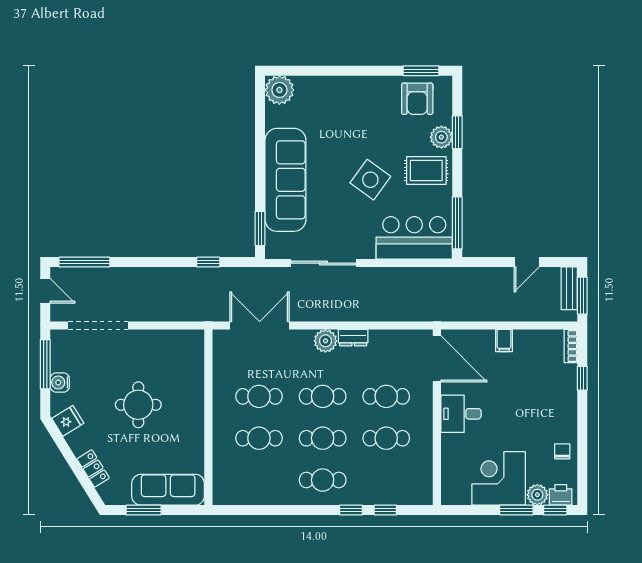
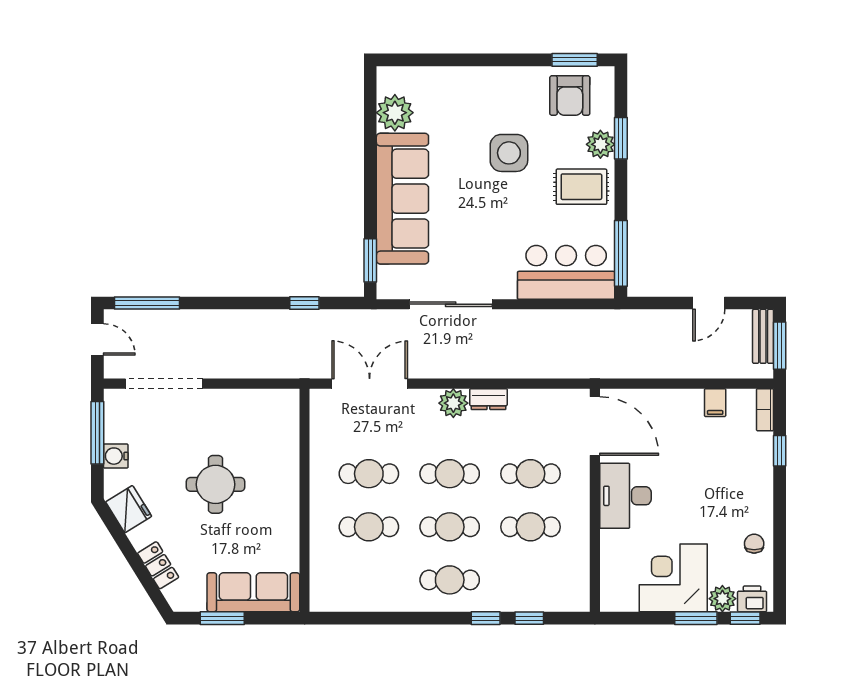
plant: (279, 90) -> (395, 113), moved
side table: (370, 180) -> (509, 153), moved, turned -36
filing cabinet: (504, 340) -> (715, 403), moved
desk: (461, 414) -> (625, 496), width x1.37
fridge: (68, 421) -> (129, 509), width x1.38

